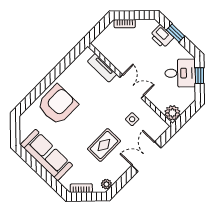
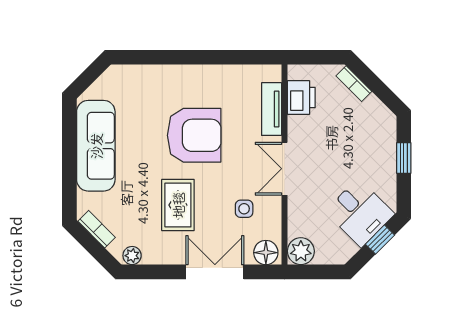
printer: (162, 37) -> (301, 98), moved, turned 180
double door: (132, 86) -> (284, 169), swing flipped
armchair: (57, 105) -> (194, 135), moved
floor lamp: (159, 128) -> (266, 253), added
rug: (104, 145) -> (178, 205), turned 90

